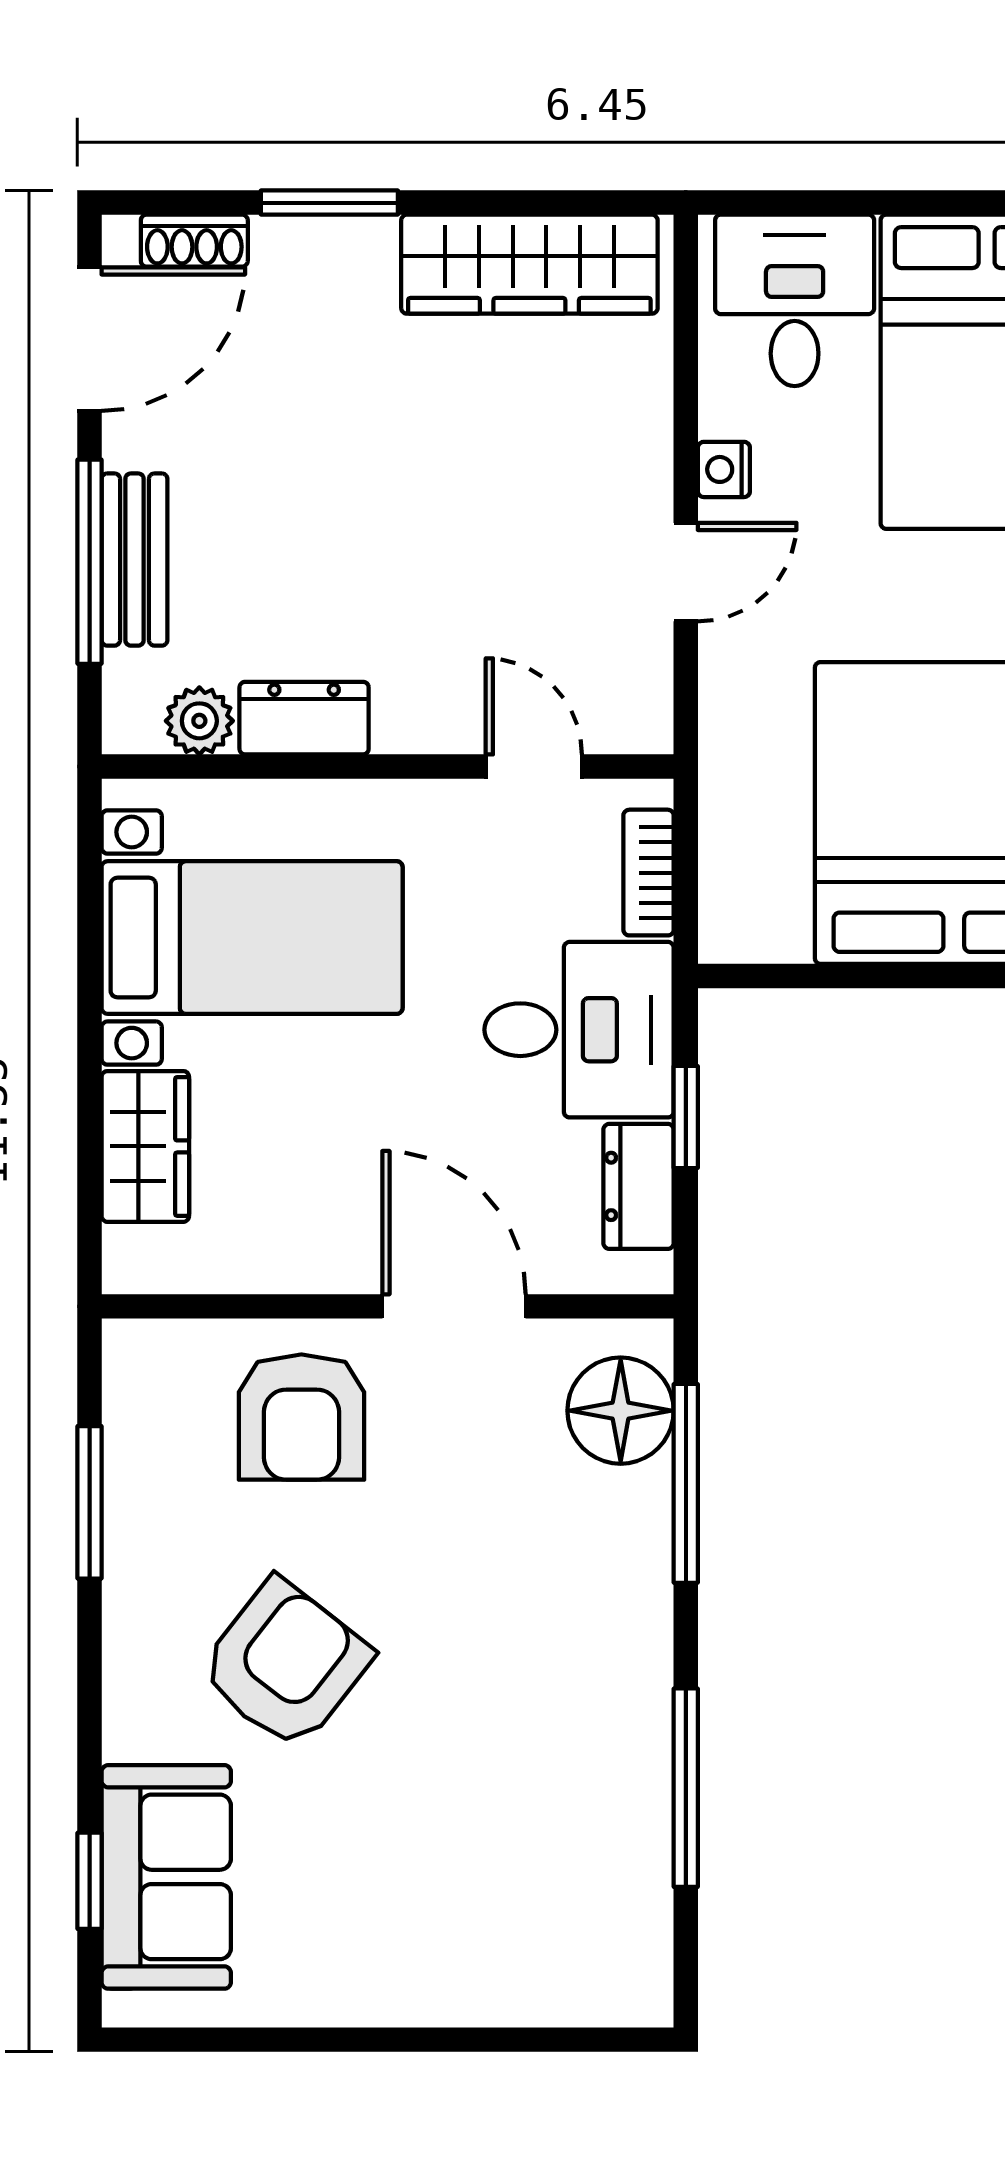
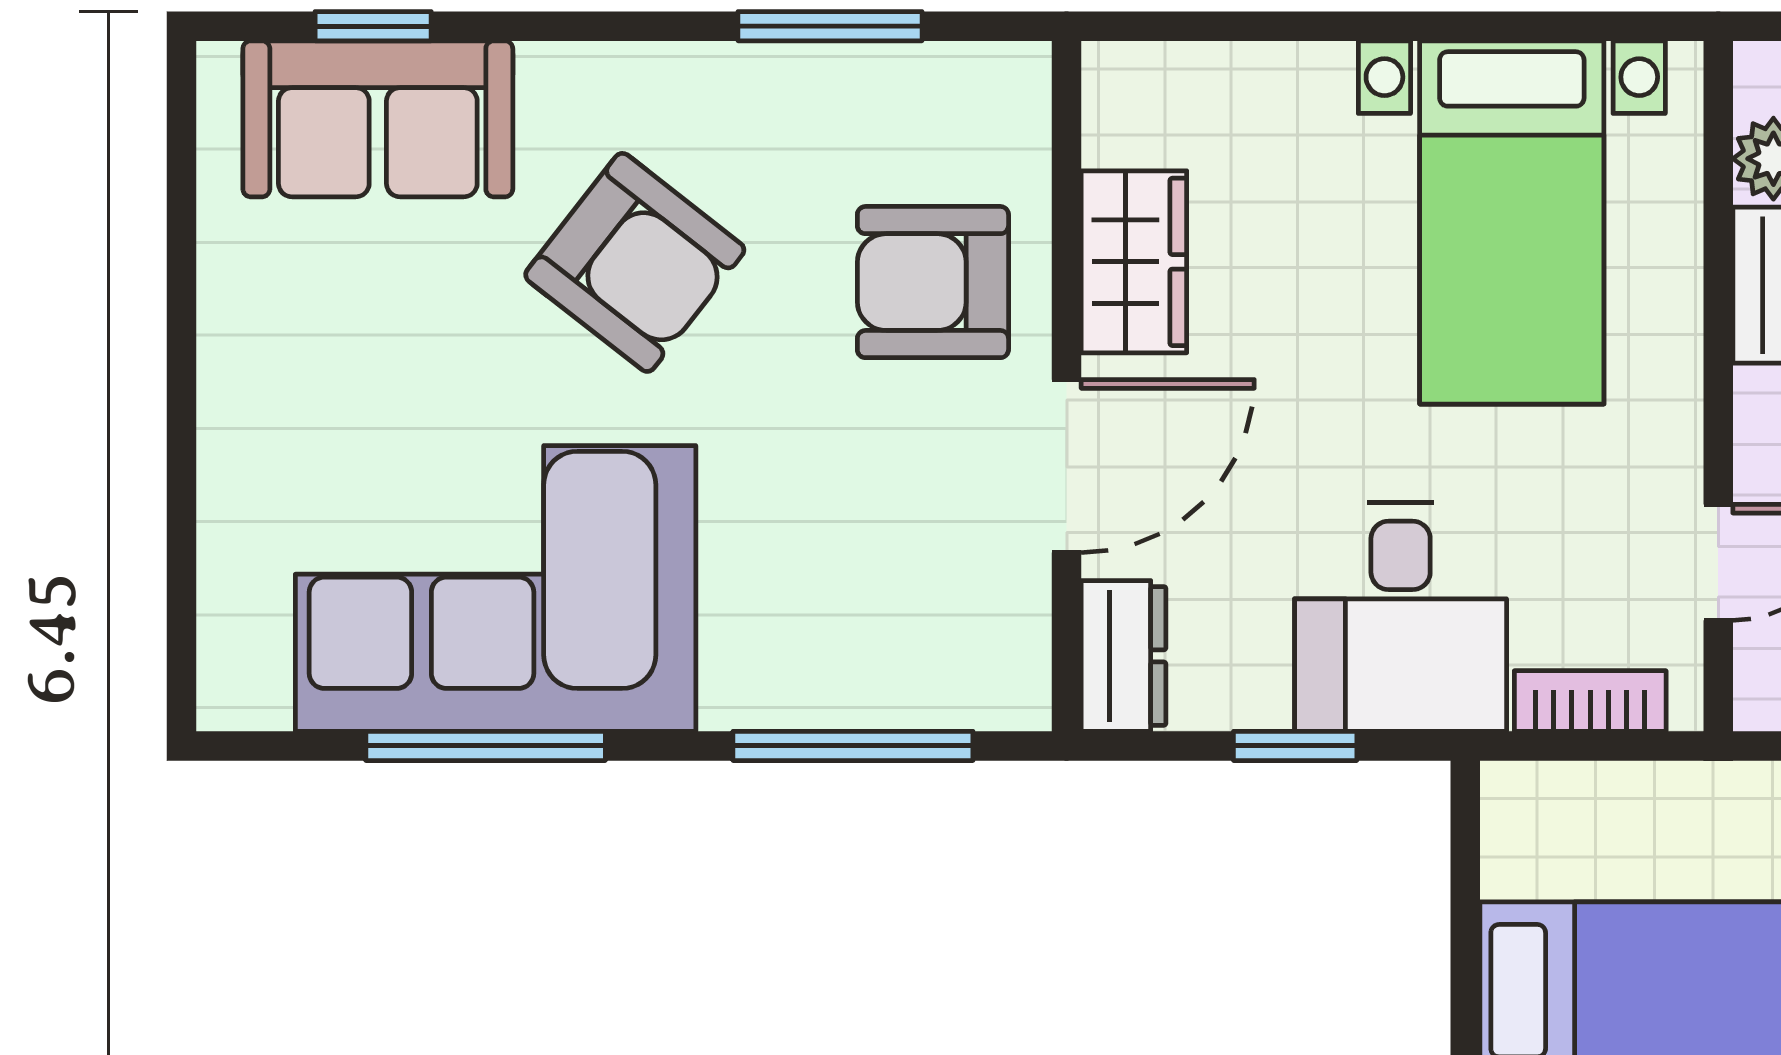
wardrobe: (145, 1146) -> (1134, 262), moved, turned -90
dresser: (639, 1186) -> (1124, 656), moved, turned 90
floor lamp: (621, 1411) -> (941, 667), removed
corner sofa: (555, 1779) -> (496, 588), added

